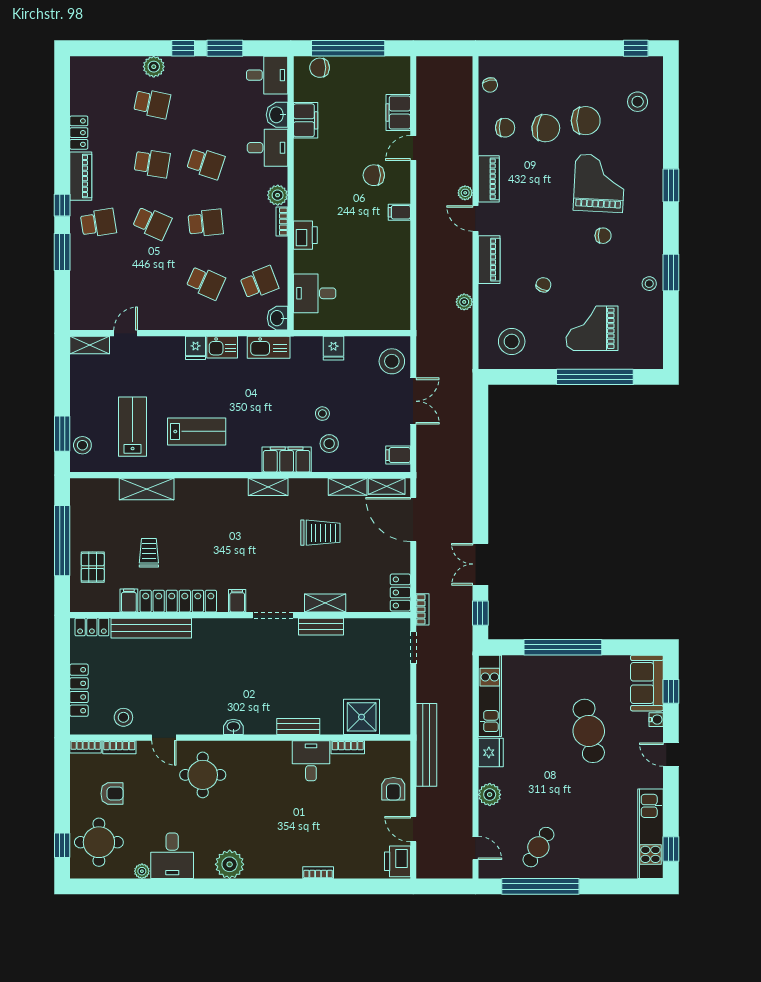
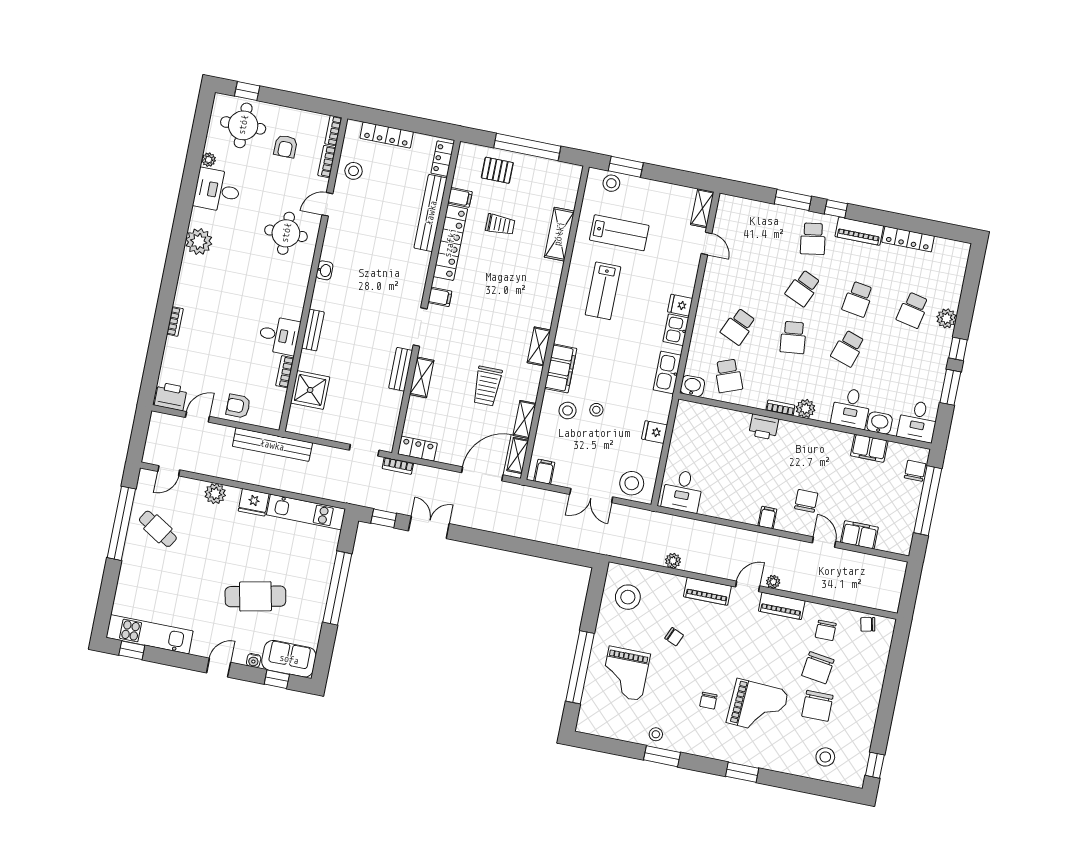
locker: (79, 133) -> (908, 239), width x1.53
desk: (315, 293) -> (682, 491), moved, turned 180
grand piano: (592, 328) -> (625, 673), turned 180

